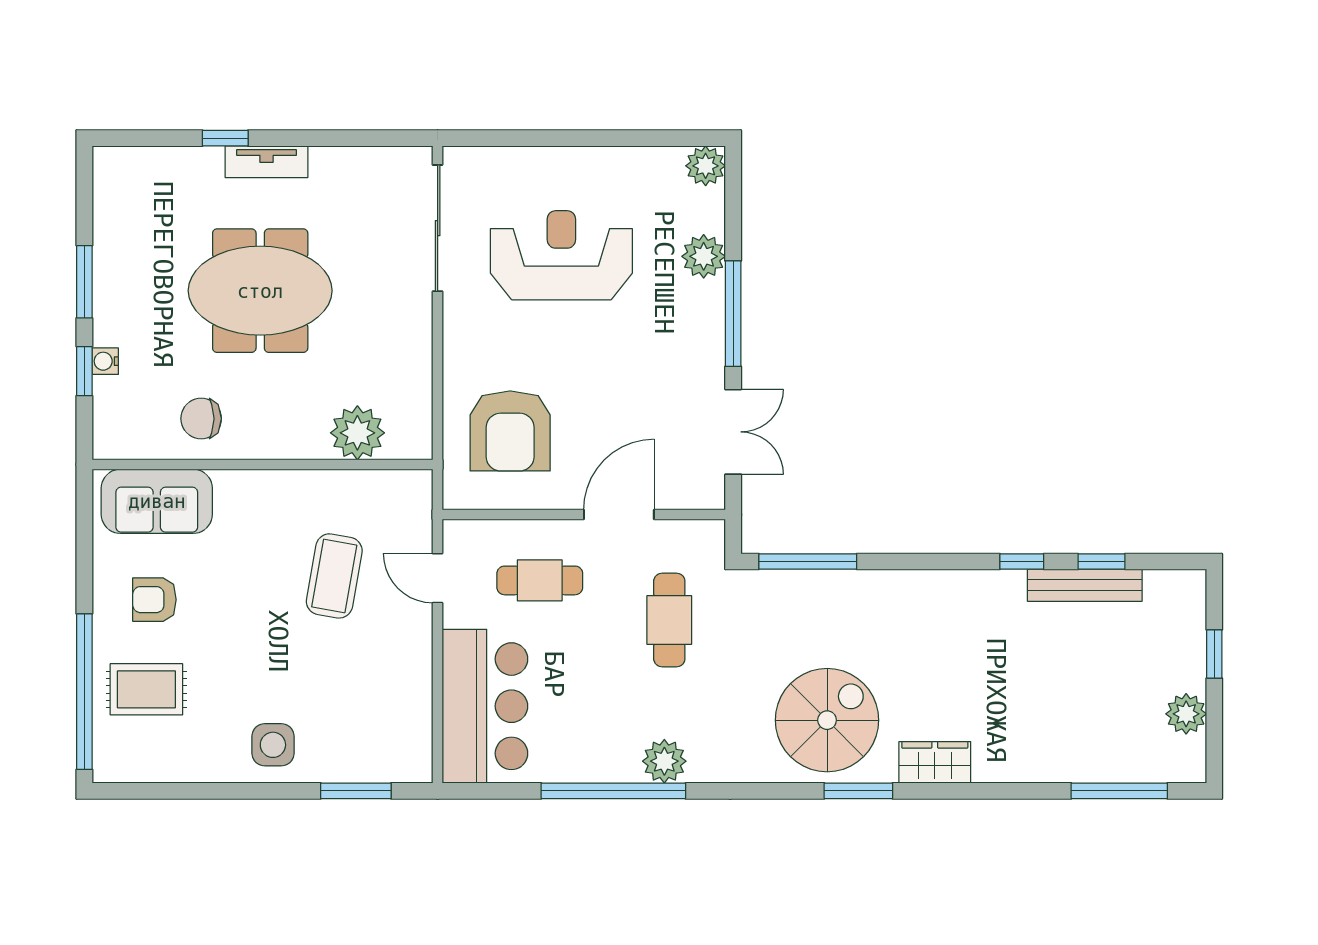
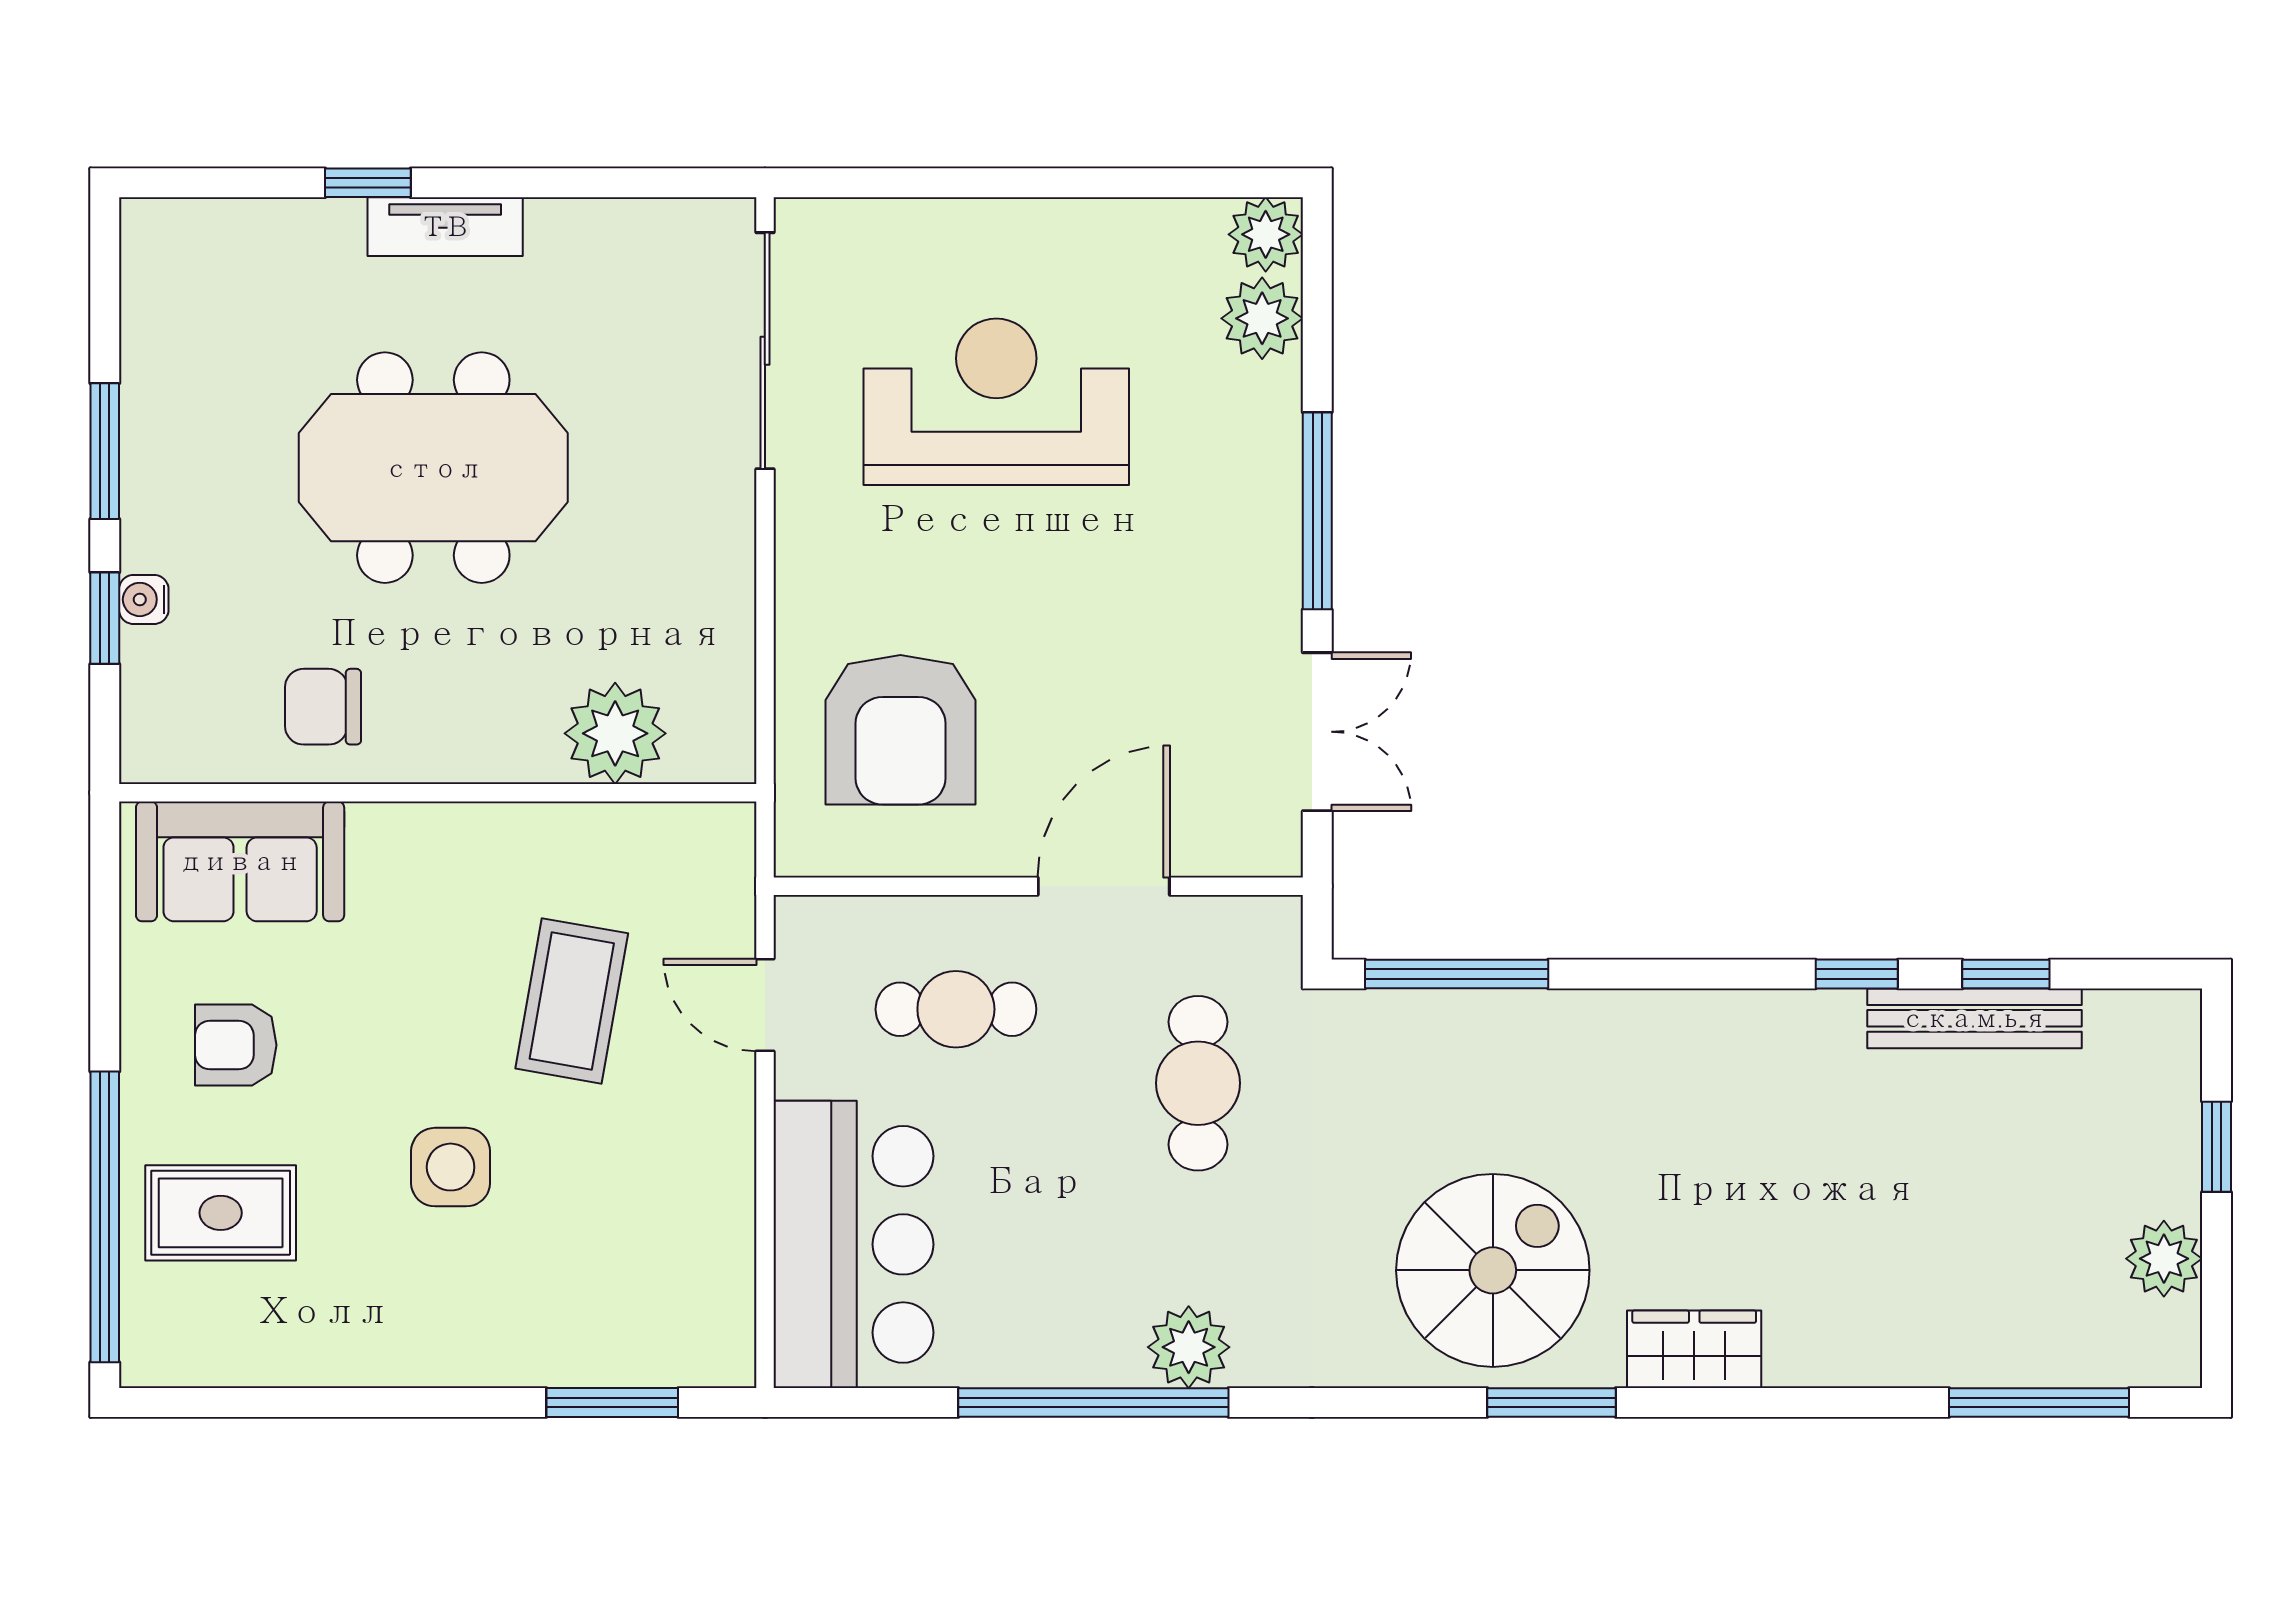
plant: (704, 256) -> (1262, 318), moved
side table: (273, 745) -> (451, 1167), moved

